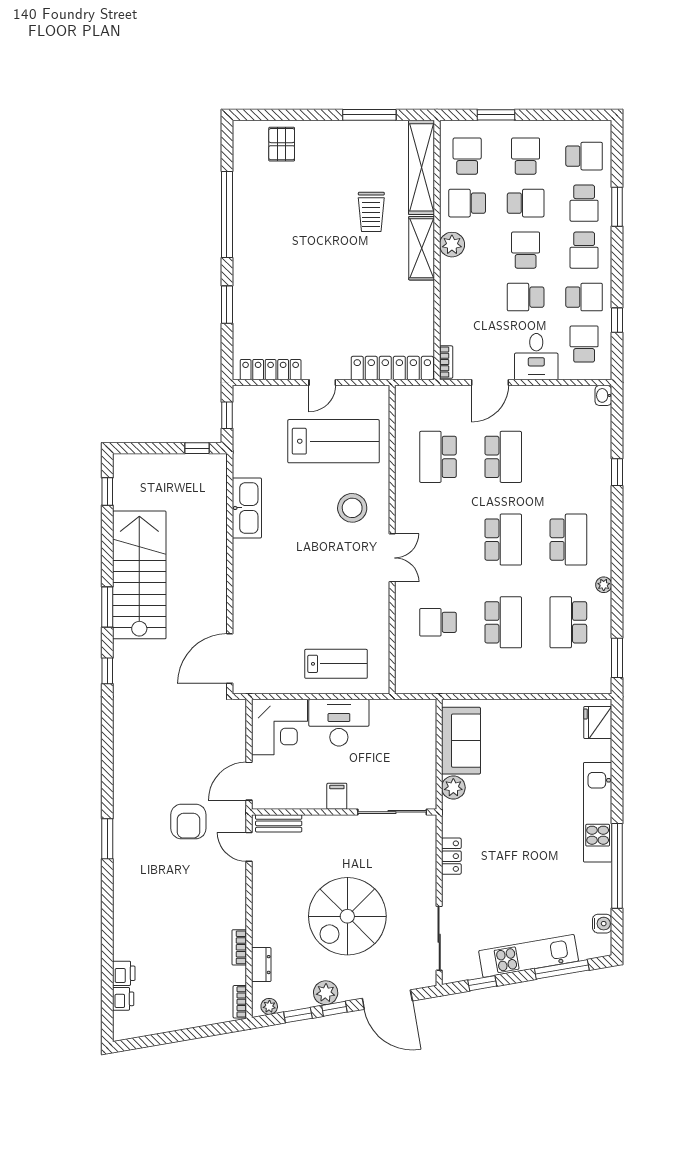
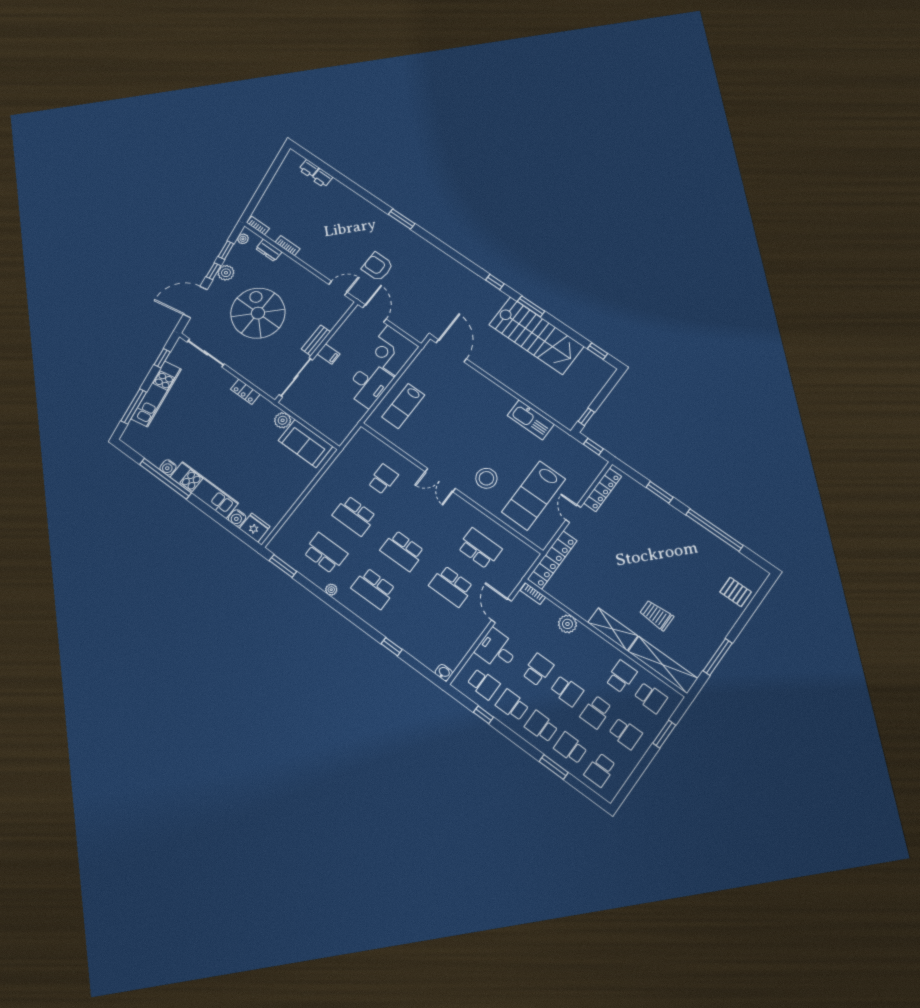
plant: (452, 245) -> (567, 624), moved
school desk: (584, 297) -> (512, 705), turned 90
water cooler: (602, 750) -> (237, 518), added
bench: (279, 823) -> (316, 340), moved
water cooler: (602, 924) -> (168, 467), moved

